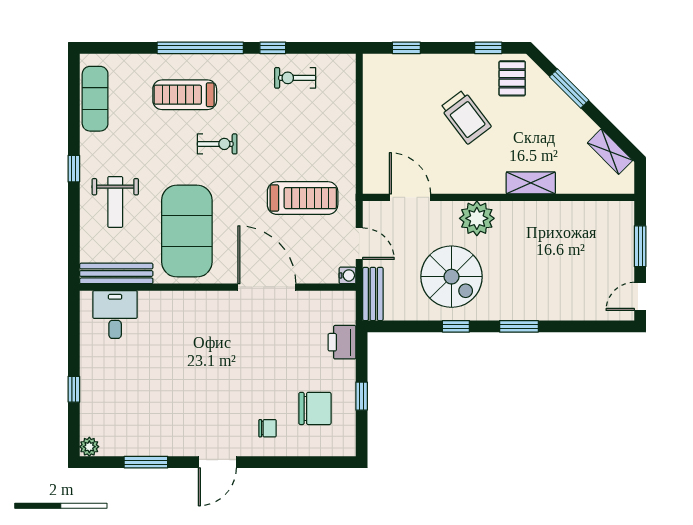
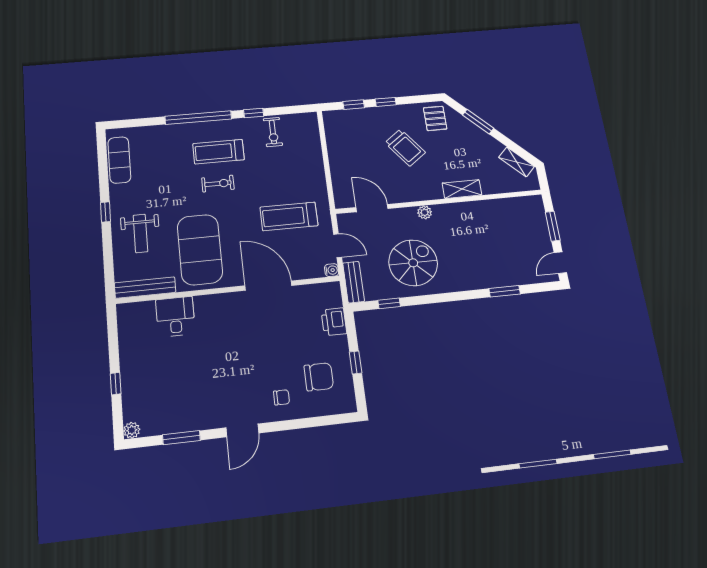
window: (488, 48) -> (386, 102), moved
exercise bike: (295, 78) -> (273, 132), turned -90
treadmill: (185, 95) -> (219, 152), moved
treadmill: (303, 198) -> (289, 216), turned 180
plant: (477, 218) -> (425, 212), width x0.53, depth x0.53
spiral stairs: (452, 277) -> (413, 263), turned -90
desk: (115, 315) -> (175, 317), moved
window: (456, 326) -> (389, 303), moved
window: (519, 326) -> (505, 291), moved

